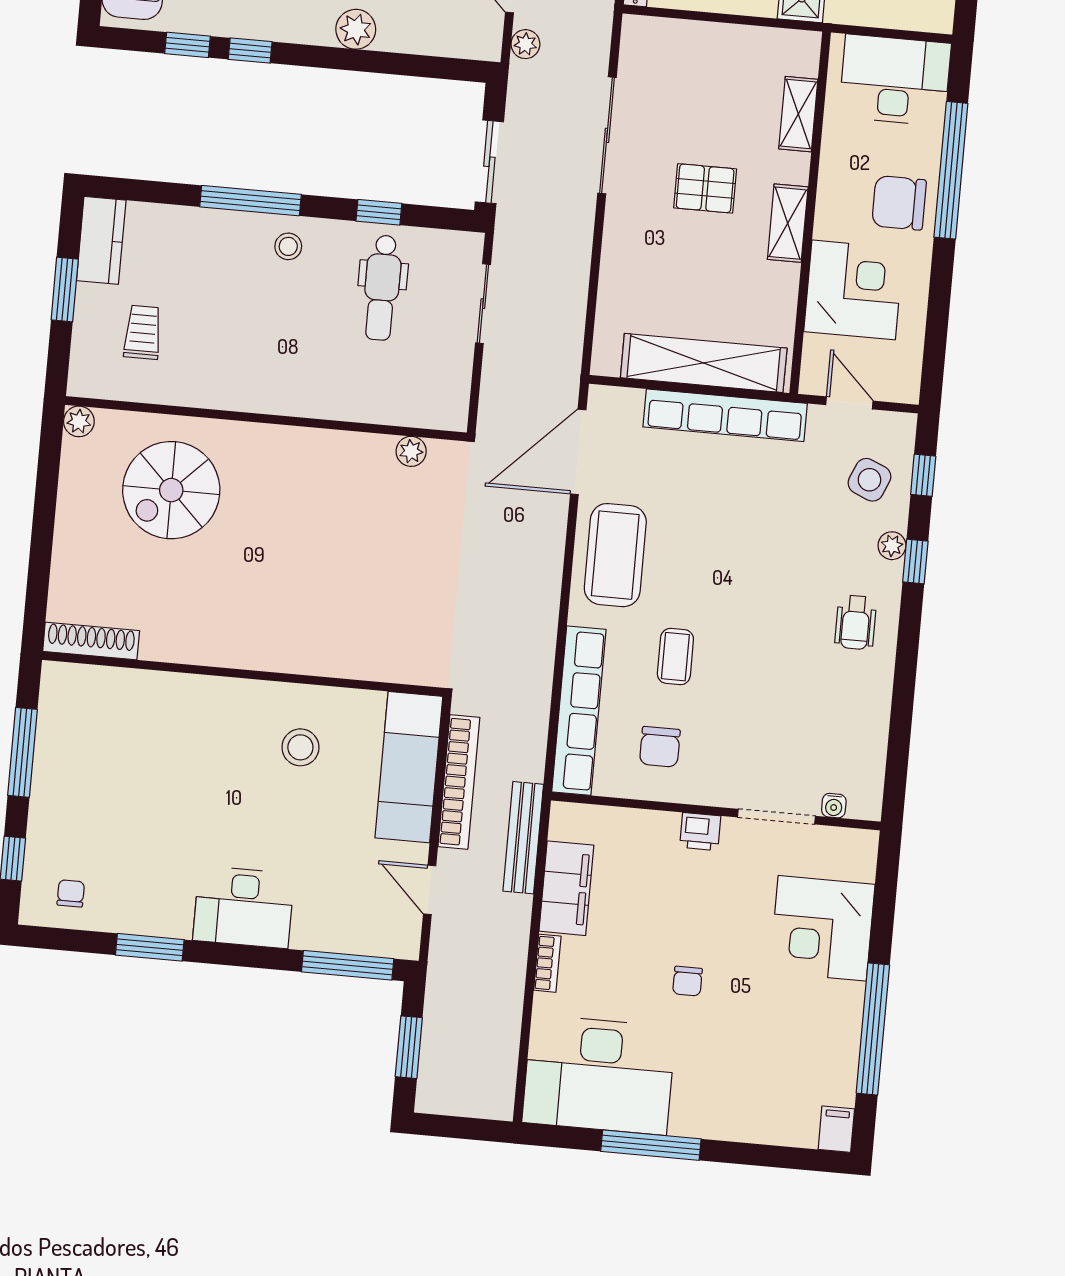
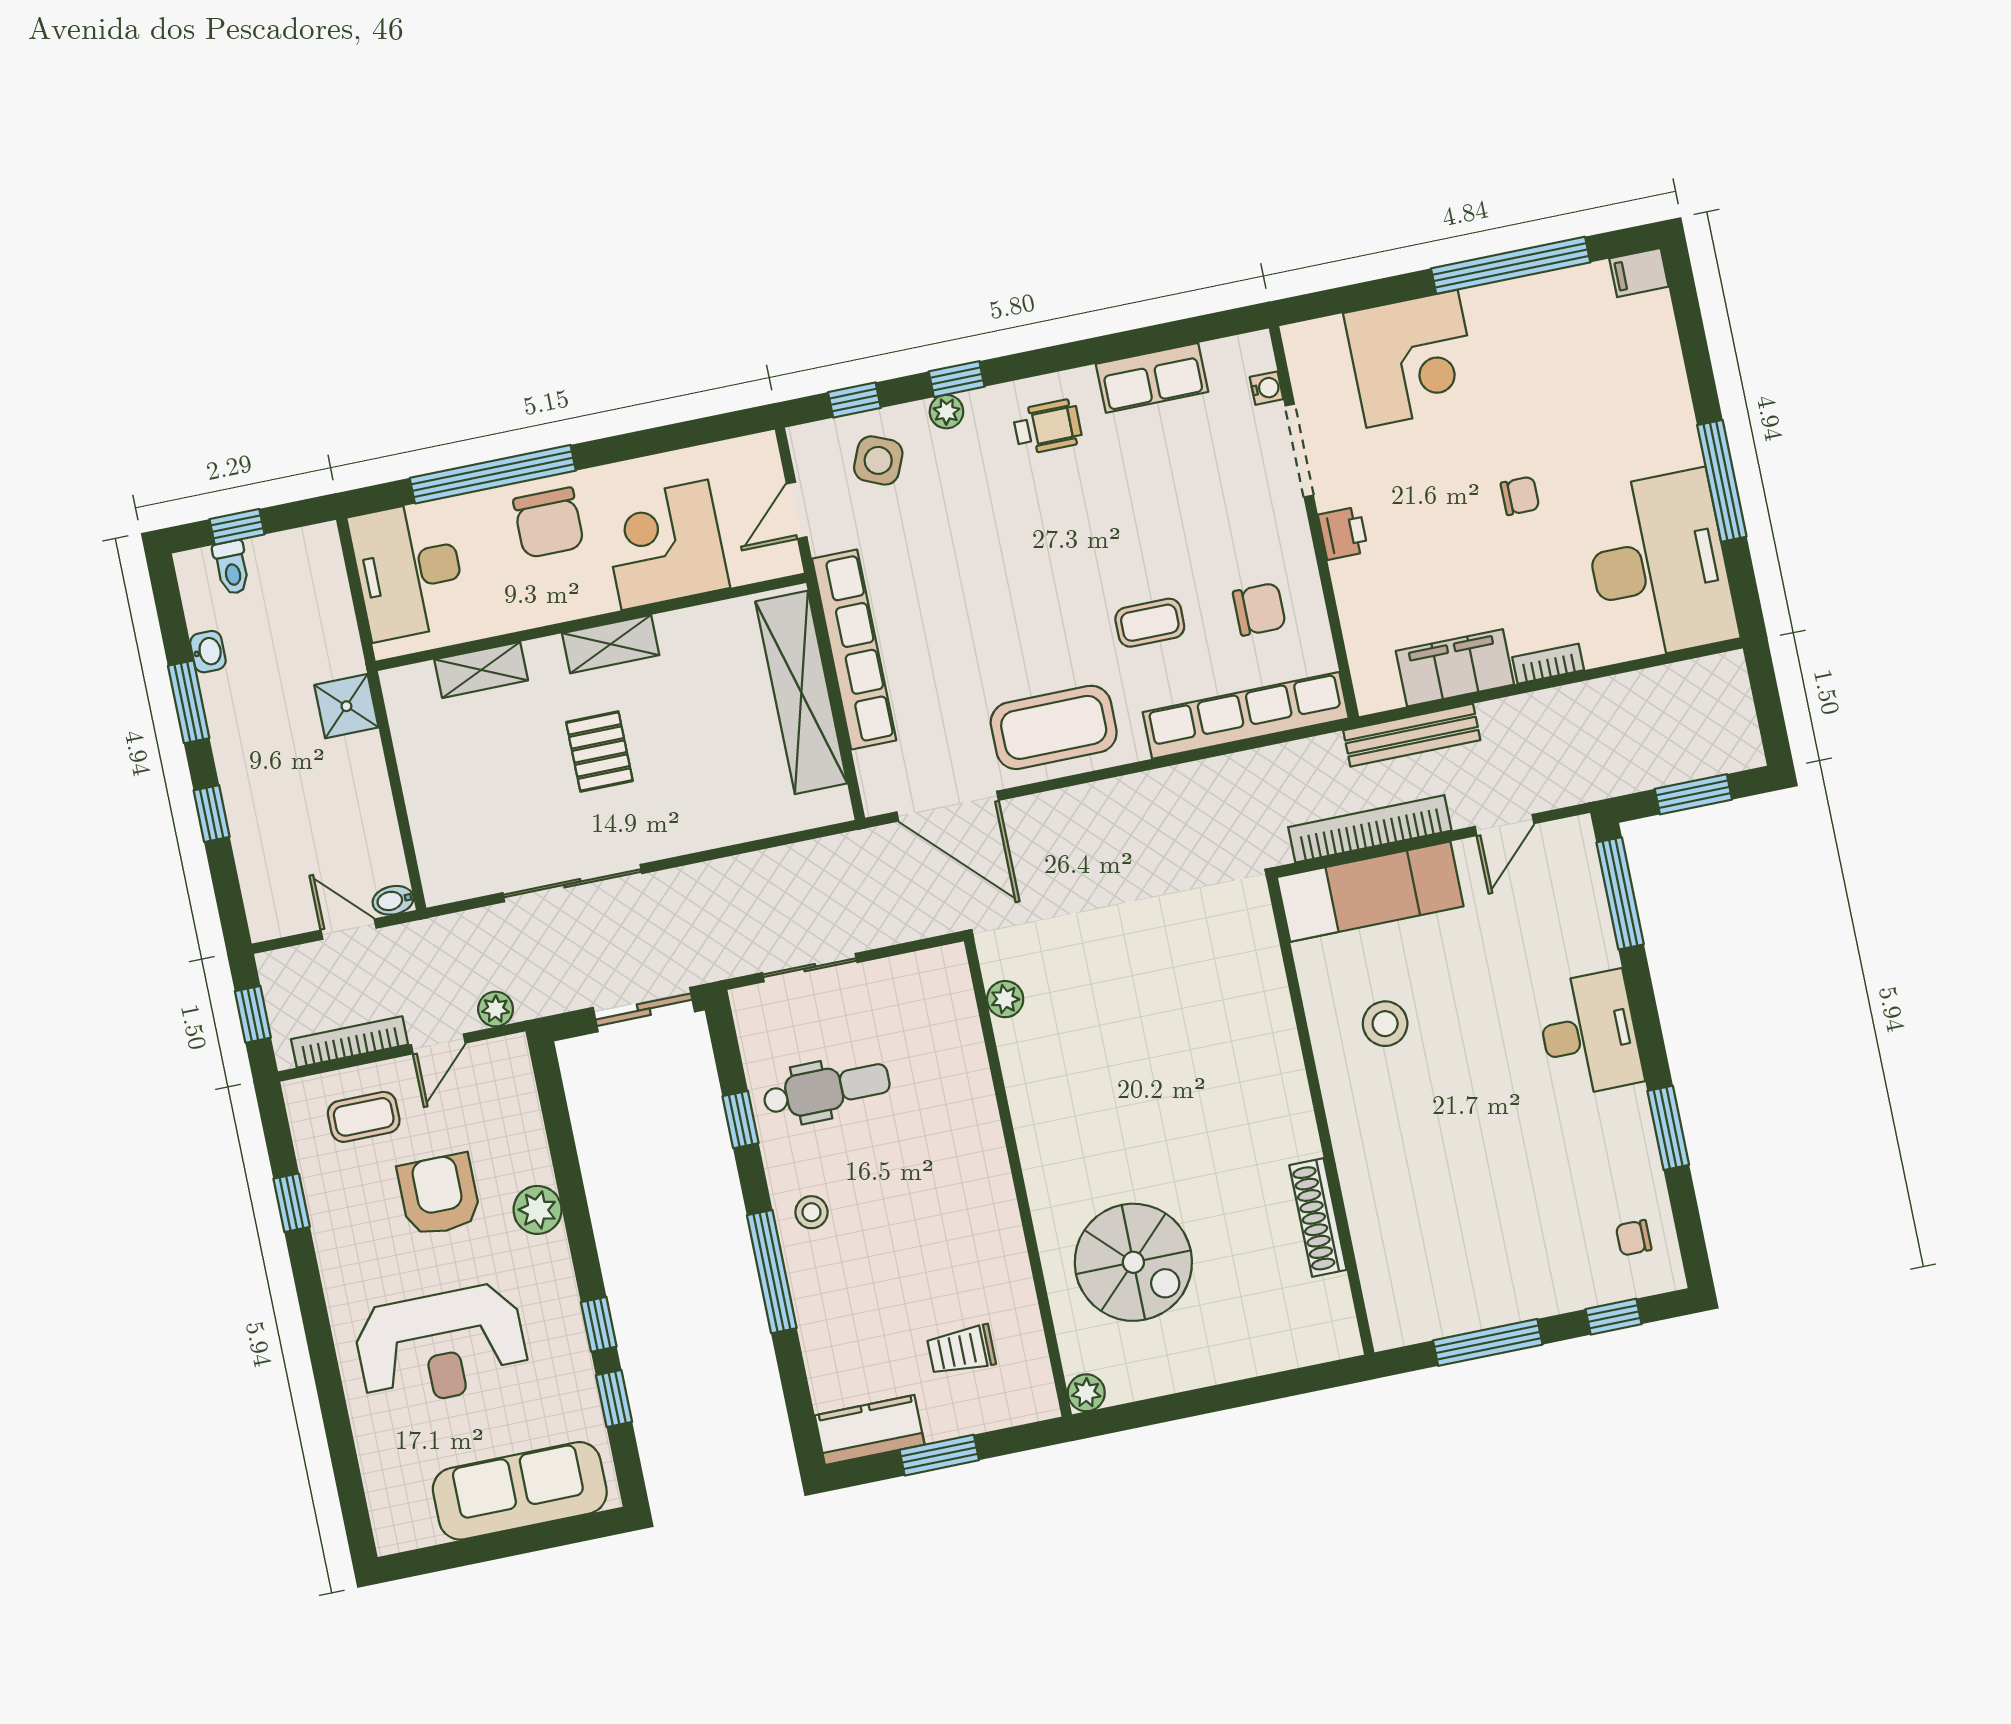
shoe rack: (91, 641) -> (1318, 1217), moved
row of seats: (869, 717) -> (1152, 378), added

